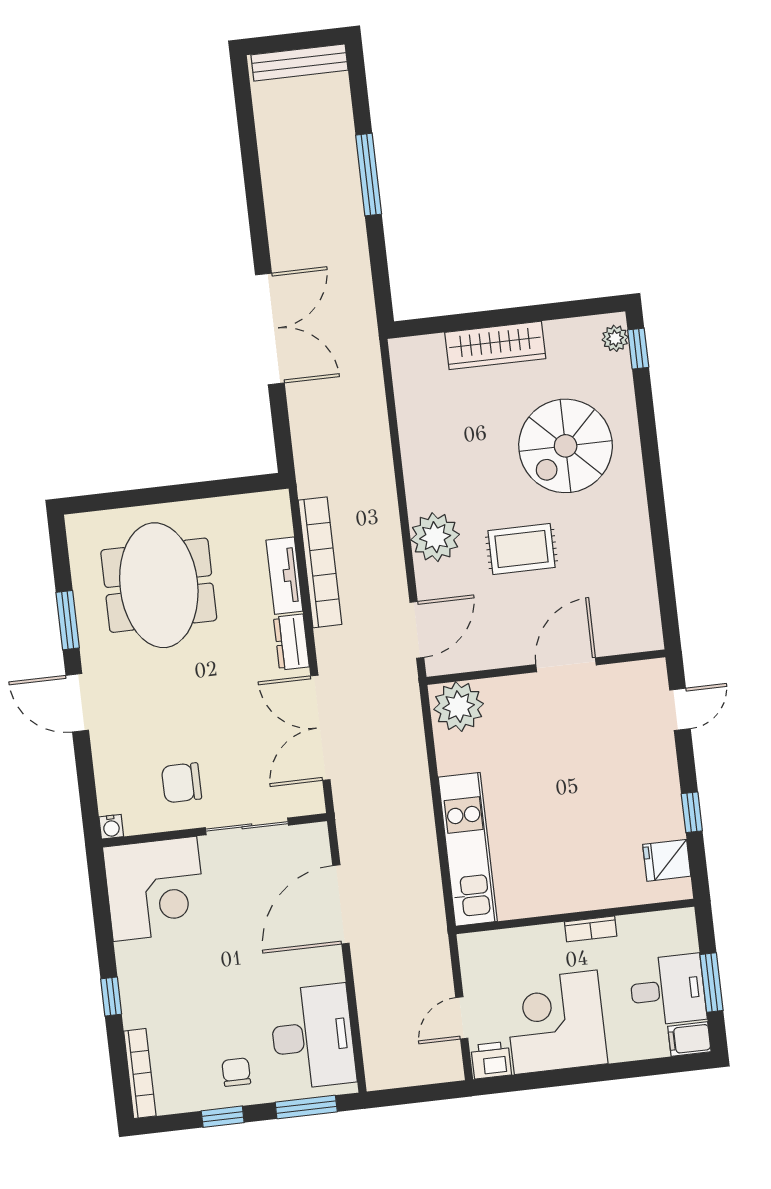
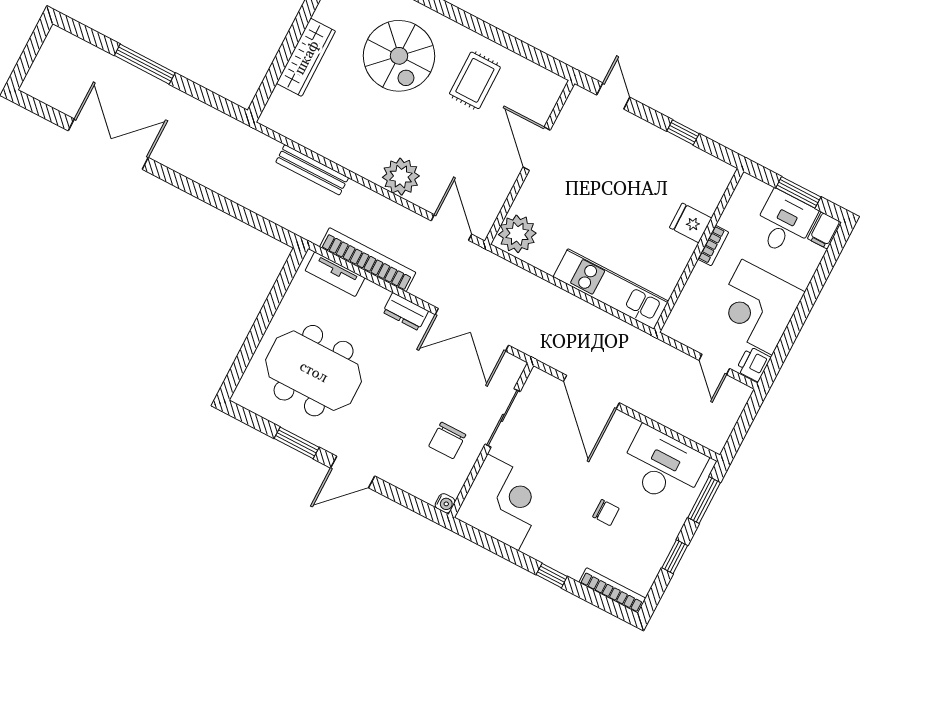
bench: (299, 62) -> (312, 170), moved, turned 90
double door: (270, 329) -> (108, 144), moved
rug: (521, 549) -> (475, 80), moved
tv unit: (284, 576) -> (335, 274), moved
fridge: (667, 860) -> (691, 223), moved, turned 90
chair: (236, 1072) -> (606, 513), moved, turned 180

